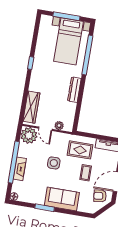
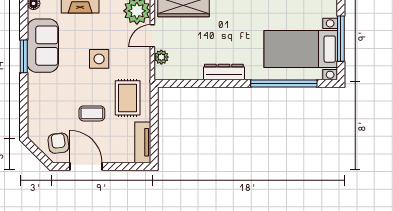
sofa: (62, 199) -> (43, 46), moved

